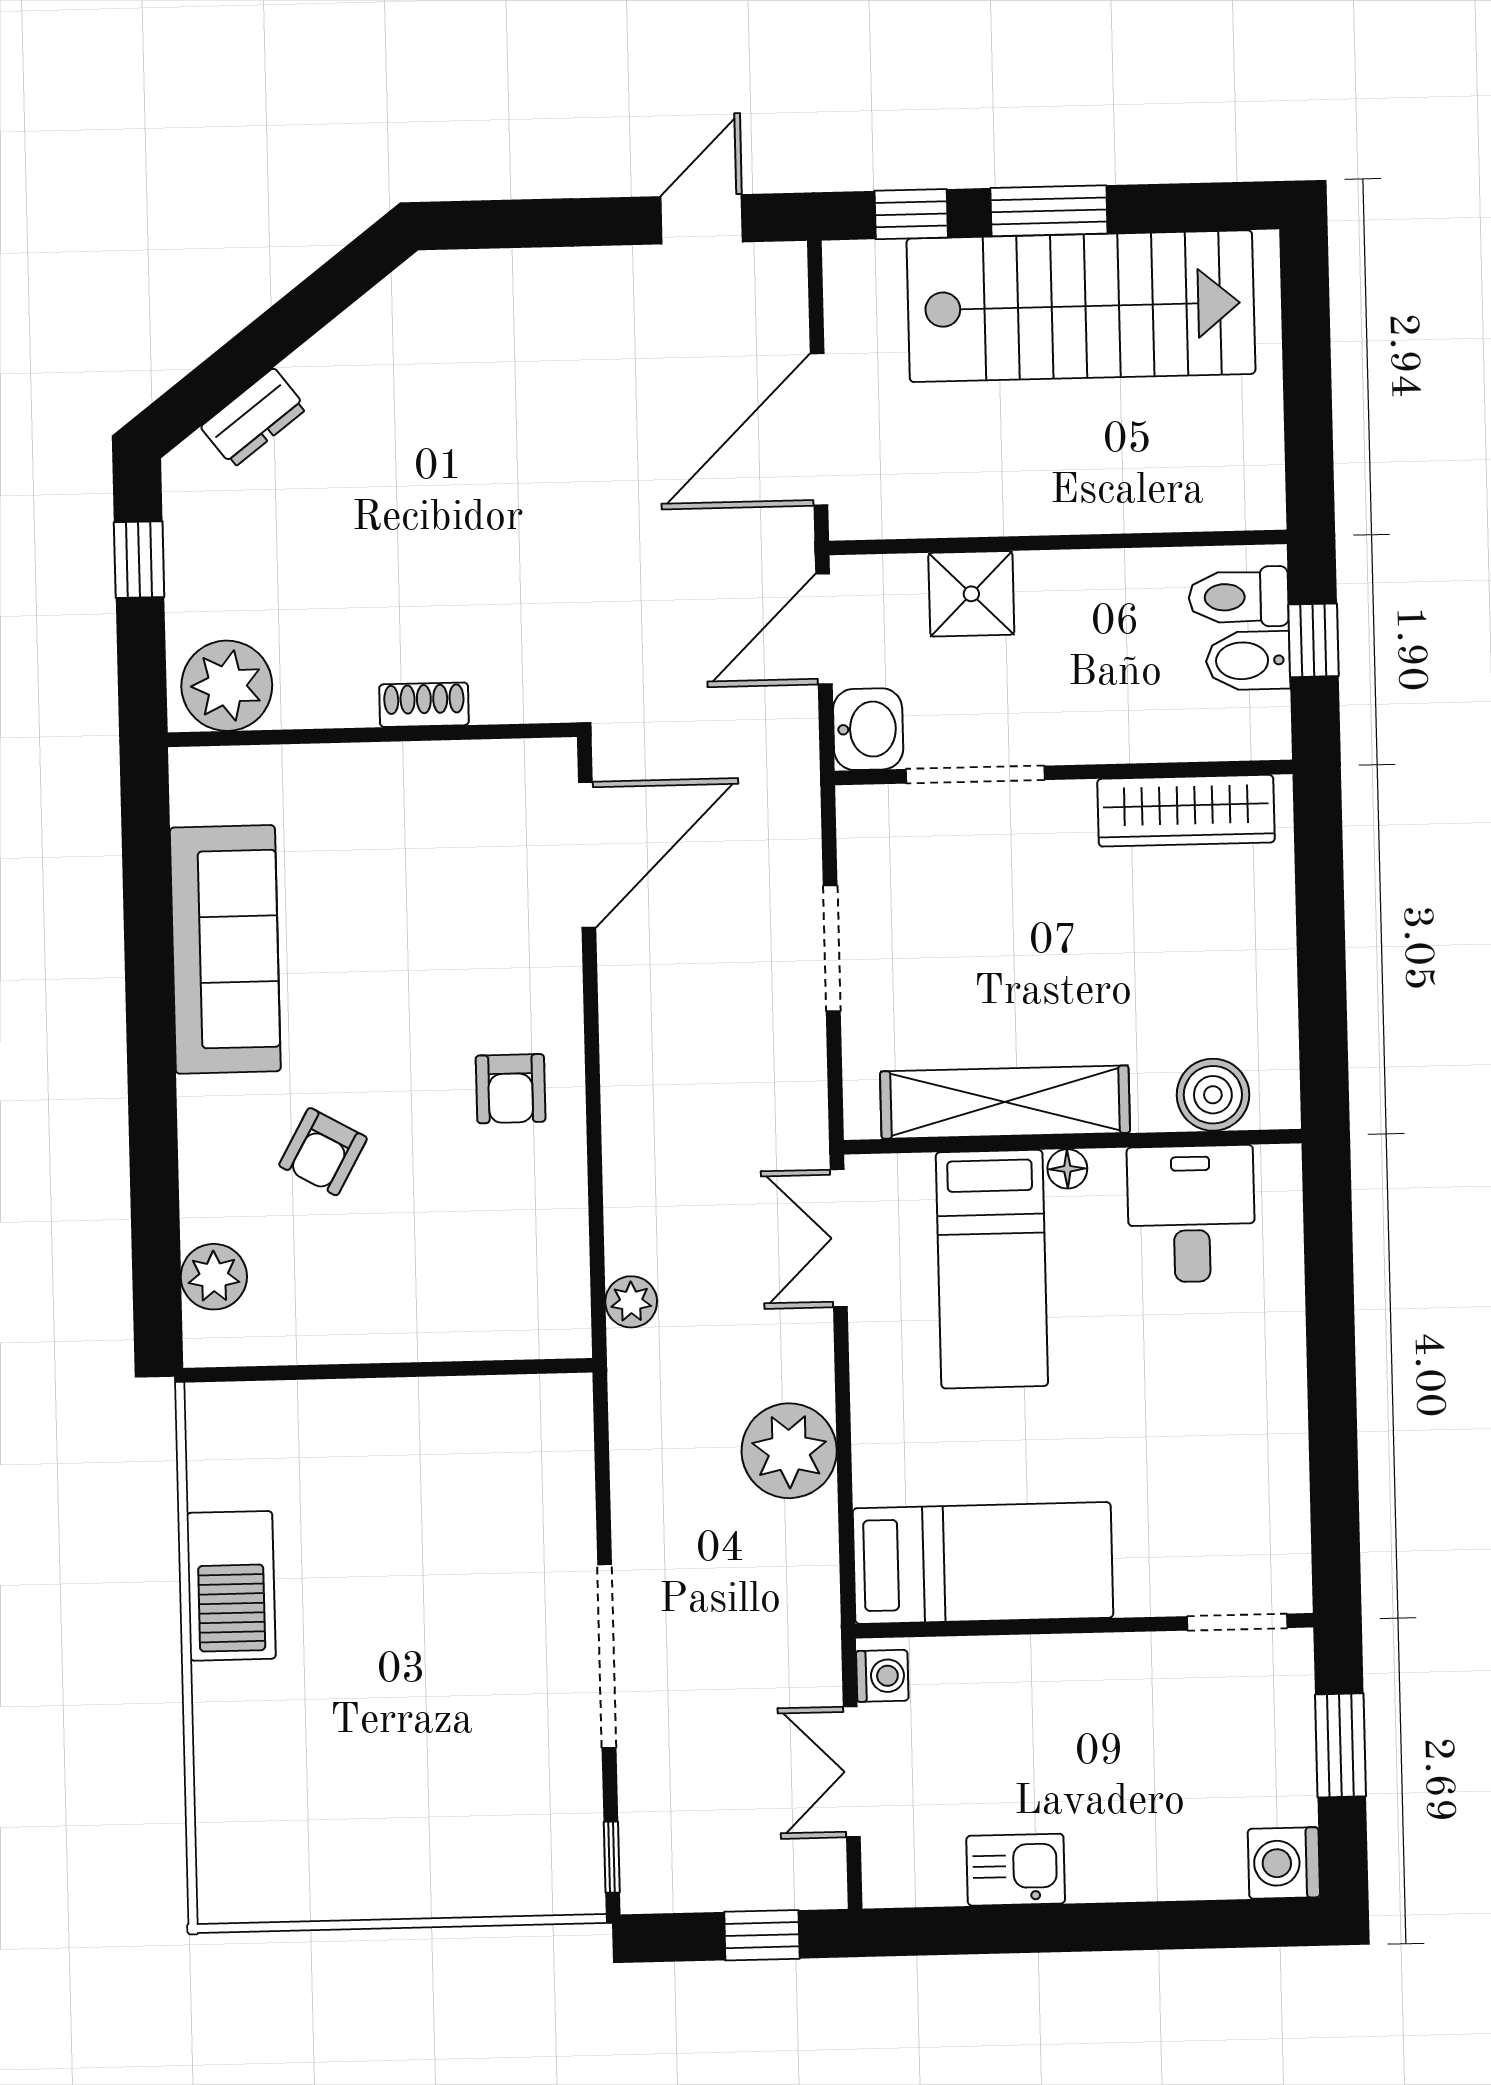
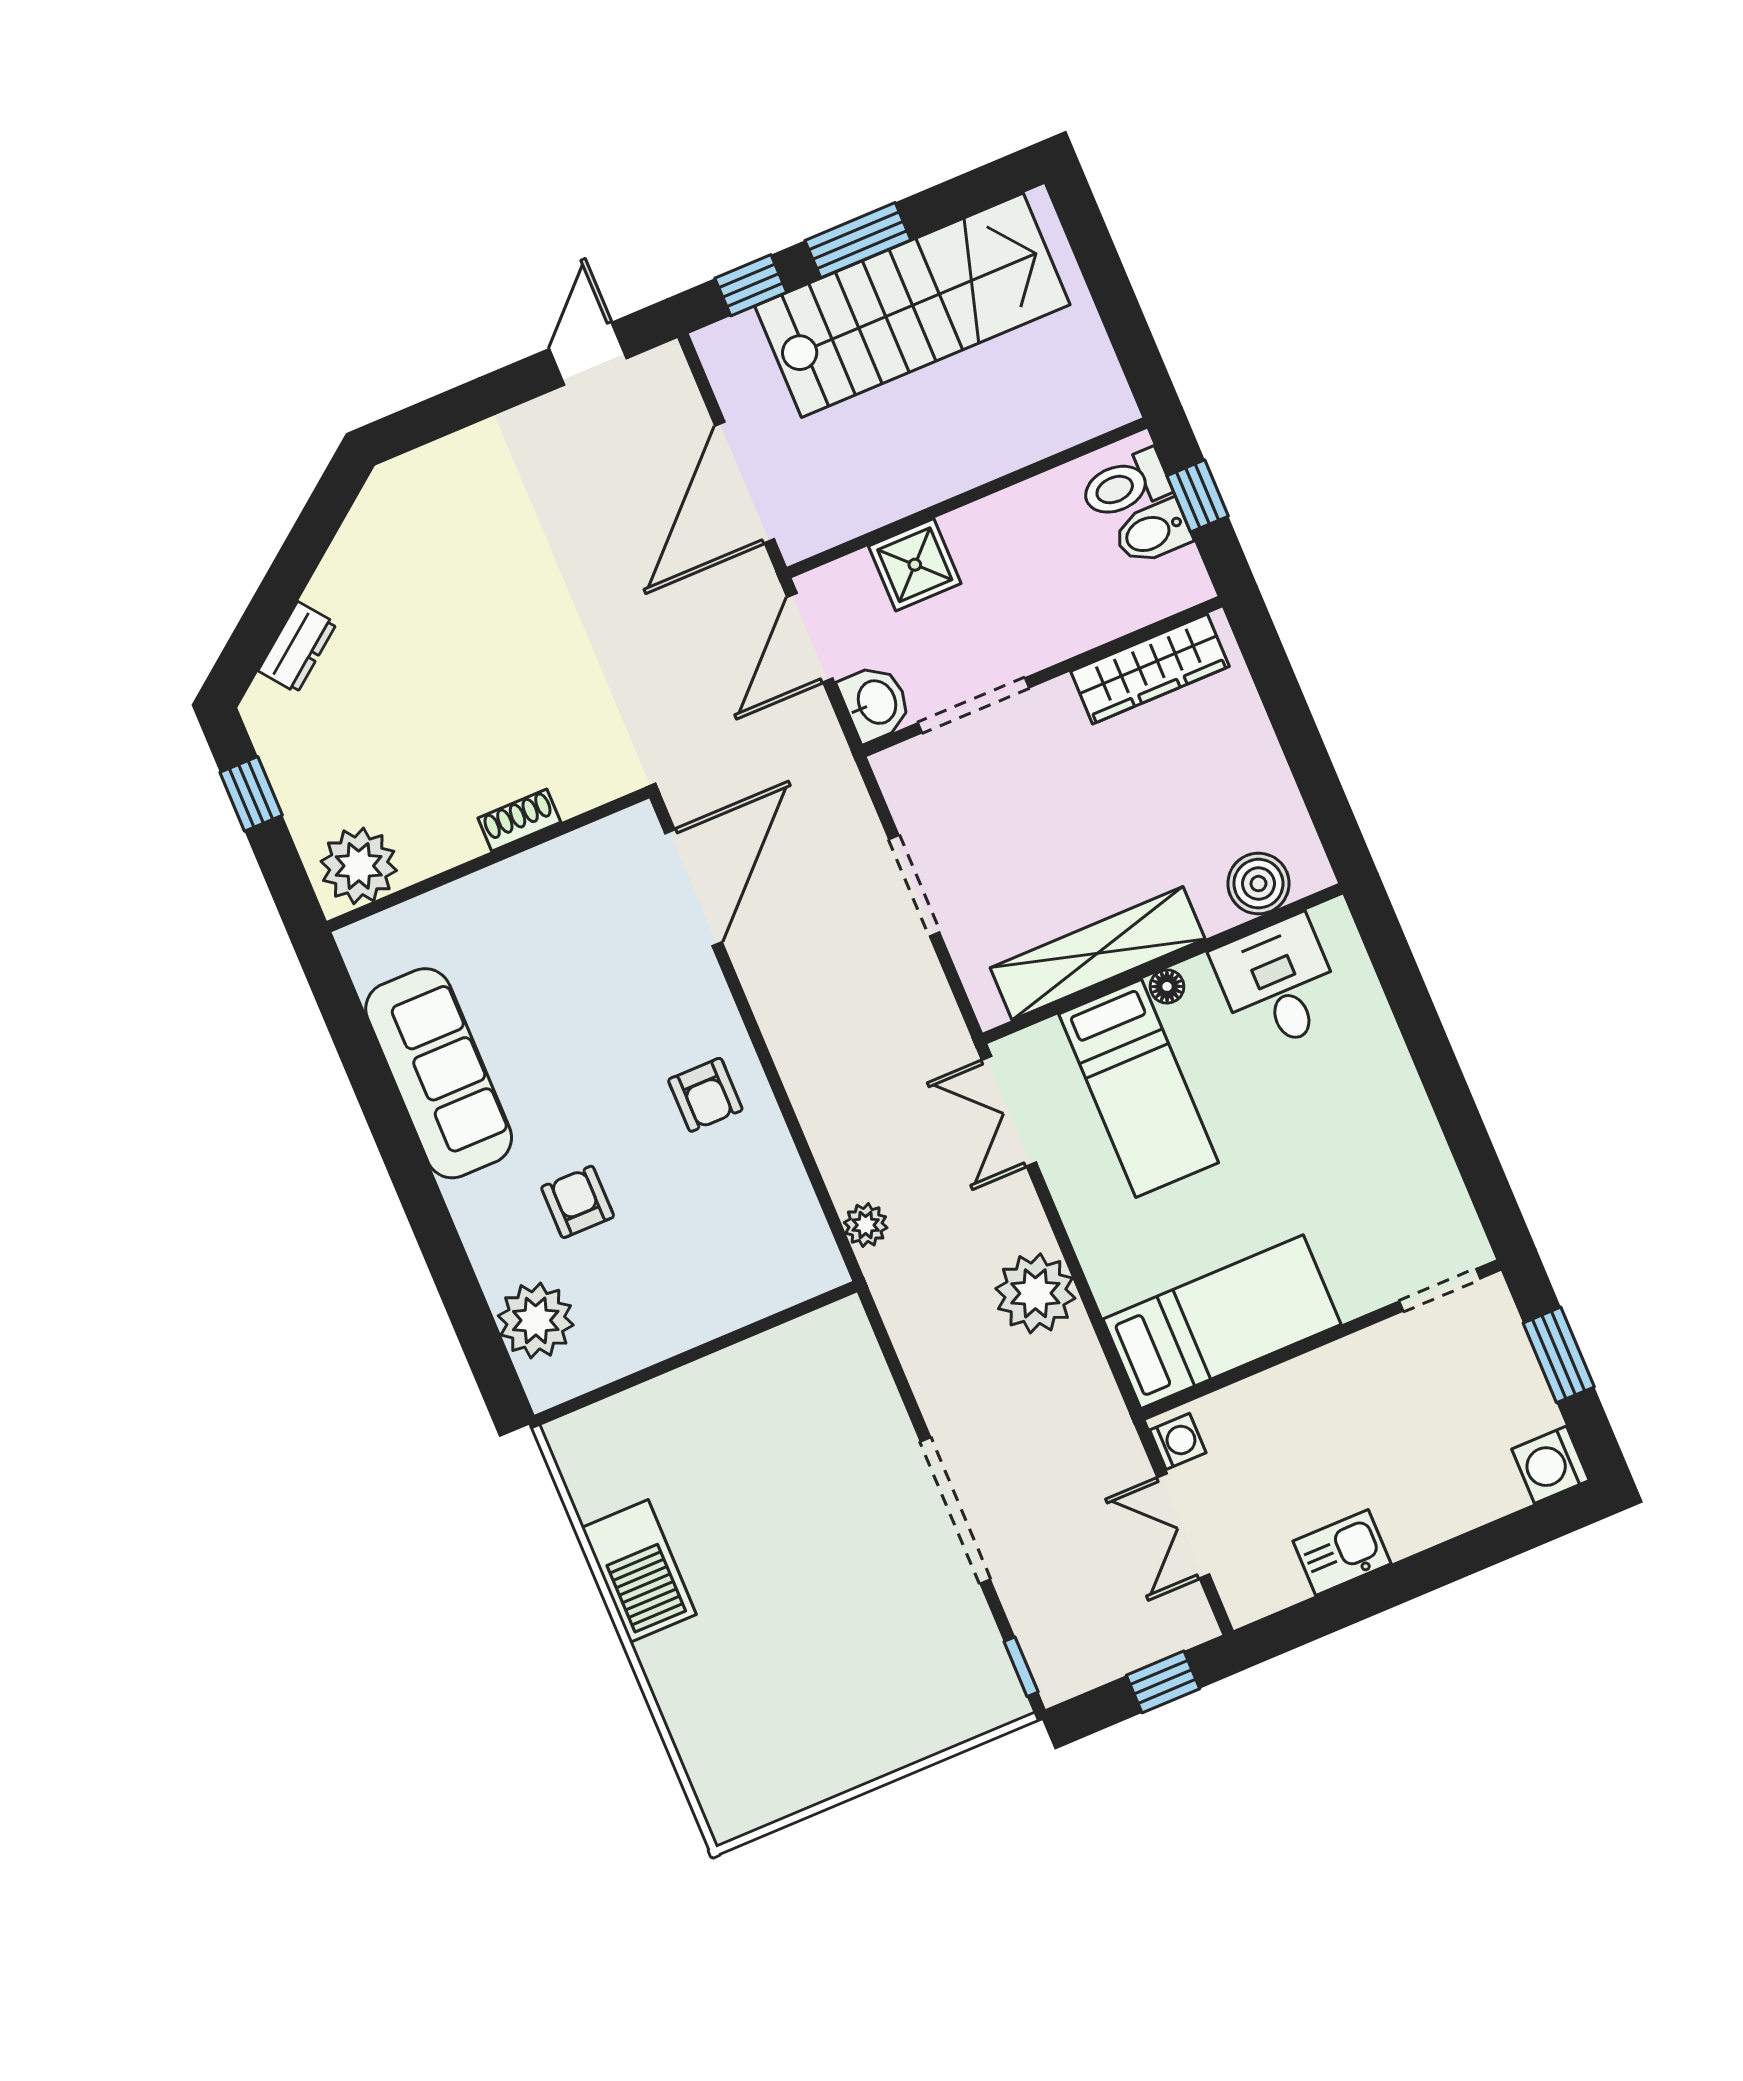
armchair: (323, 1152) -> (578, 1202), turned 151
plant: (214, 1277) -> (536, 1320), width x1.36, depth x1.36

